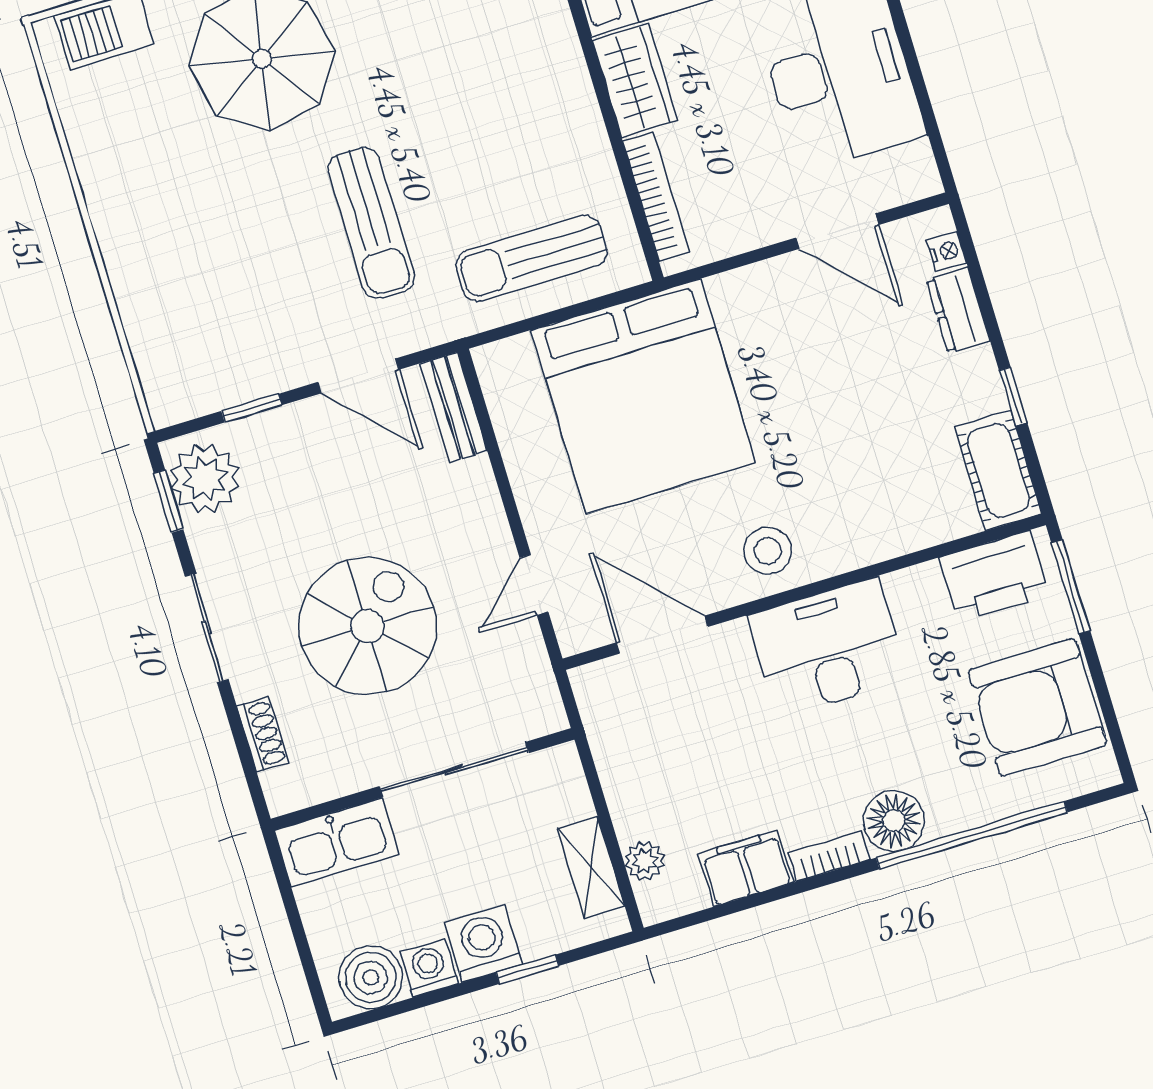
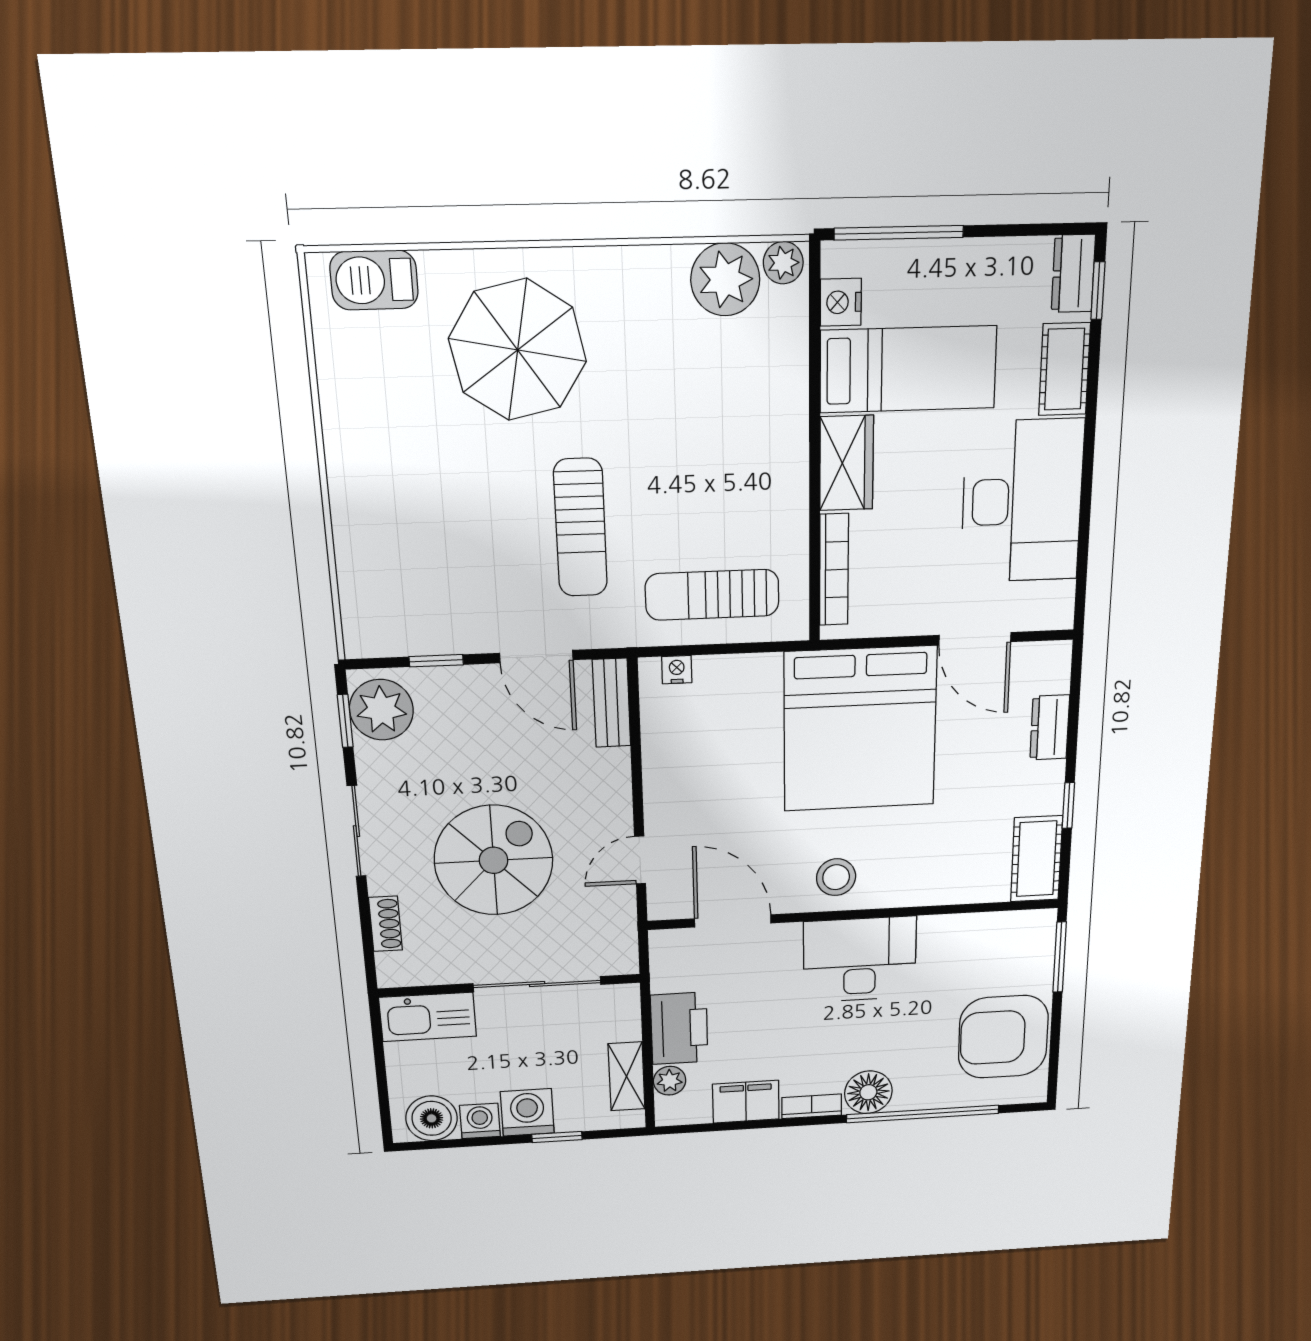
nightstand: (947, 251) -> (677, 670), moved, turned -90
bed: (643, 397) -> (860, 729), moved
printer: (994, 576) -> (679, 1028), moved, turned -90

